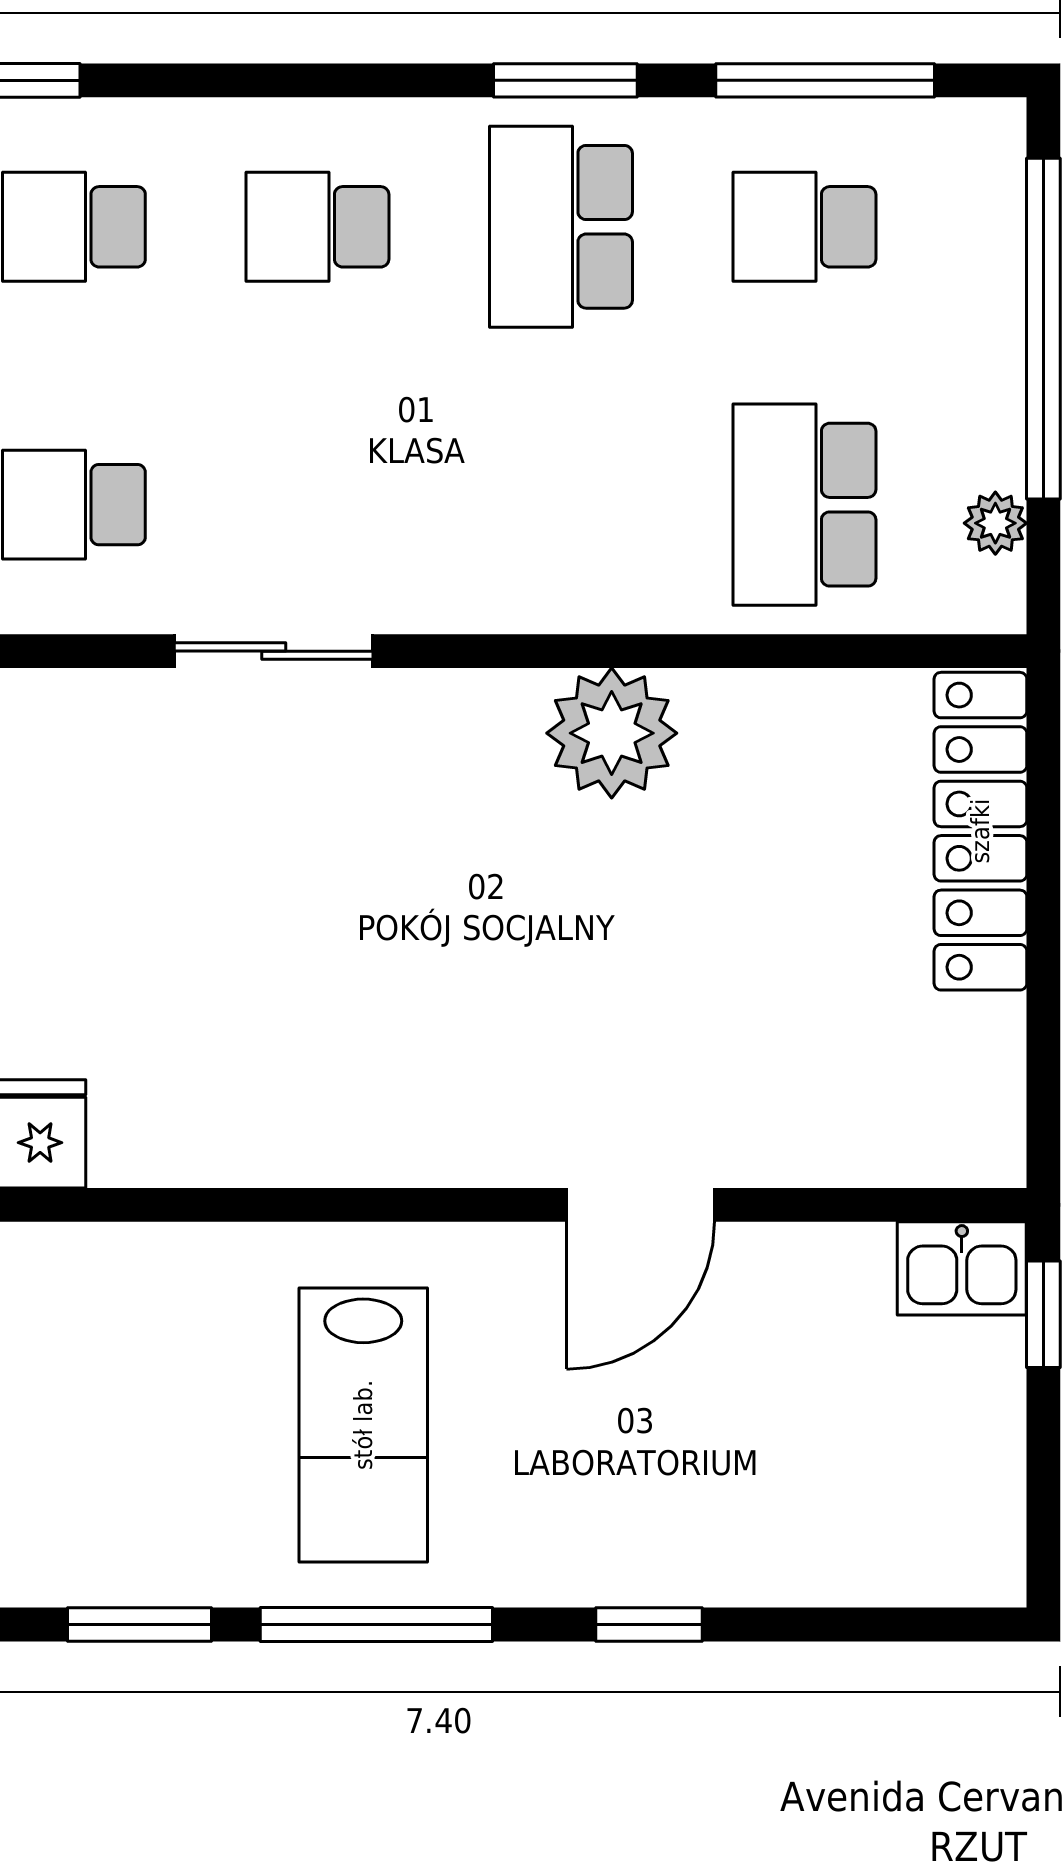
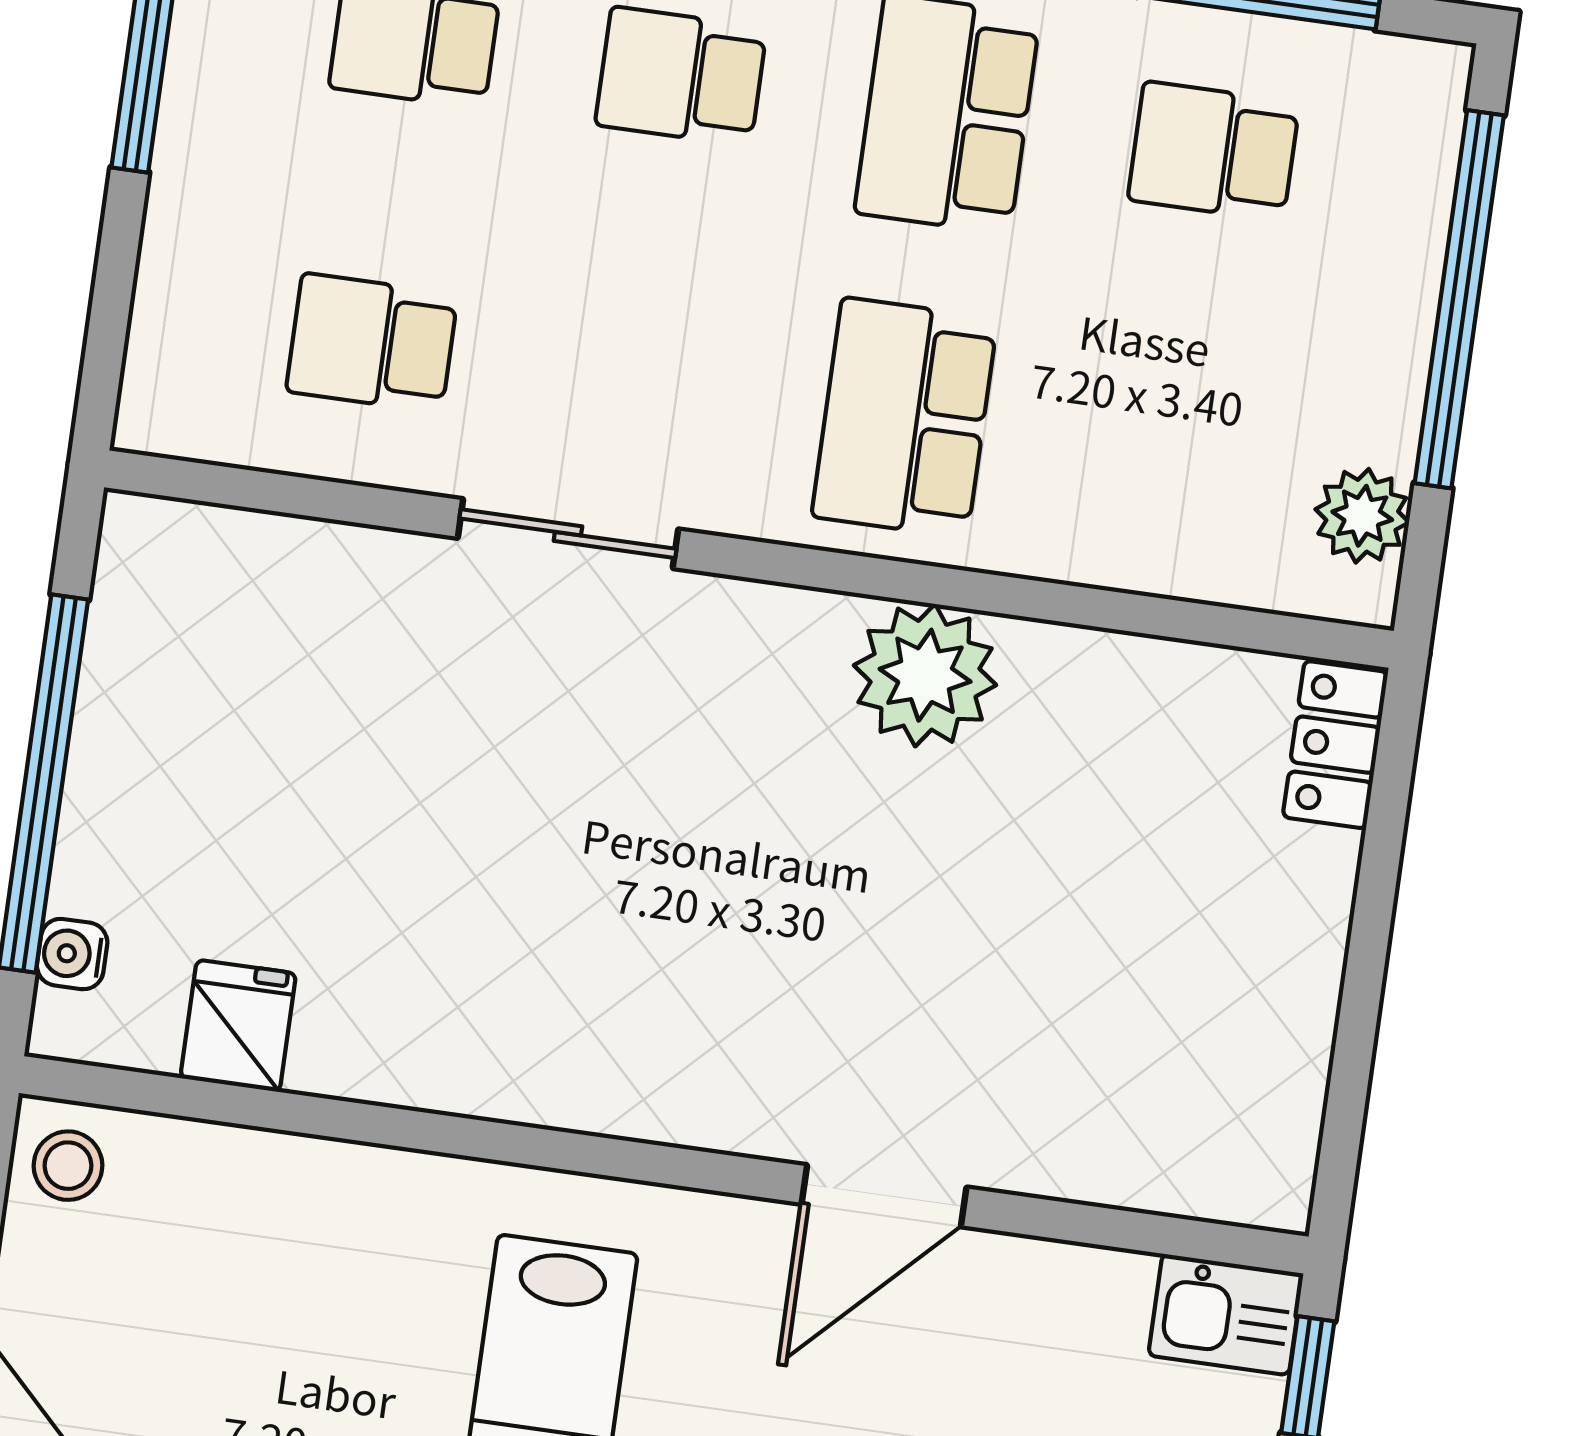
school desk: (804, 505) -> (905, 418), moved
plant: (995, 523) -> (1362, 516), width x1.38, depth x1.38
locker: (980, 831) -> (1335, 745), width x0.46, depth x0.83

